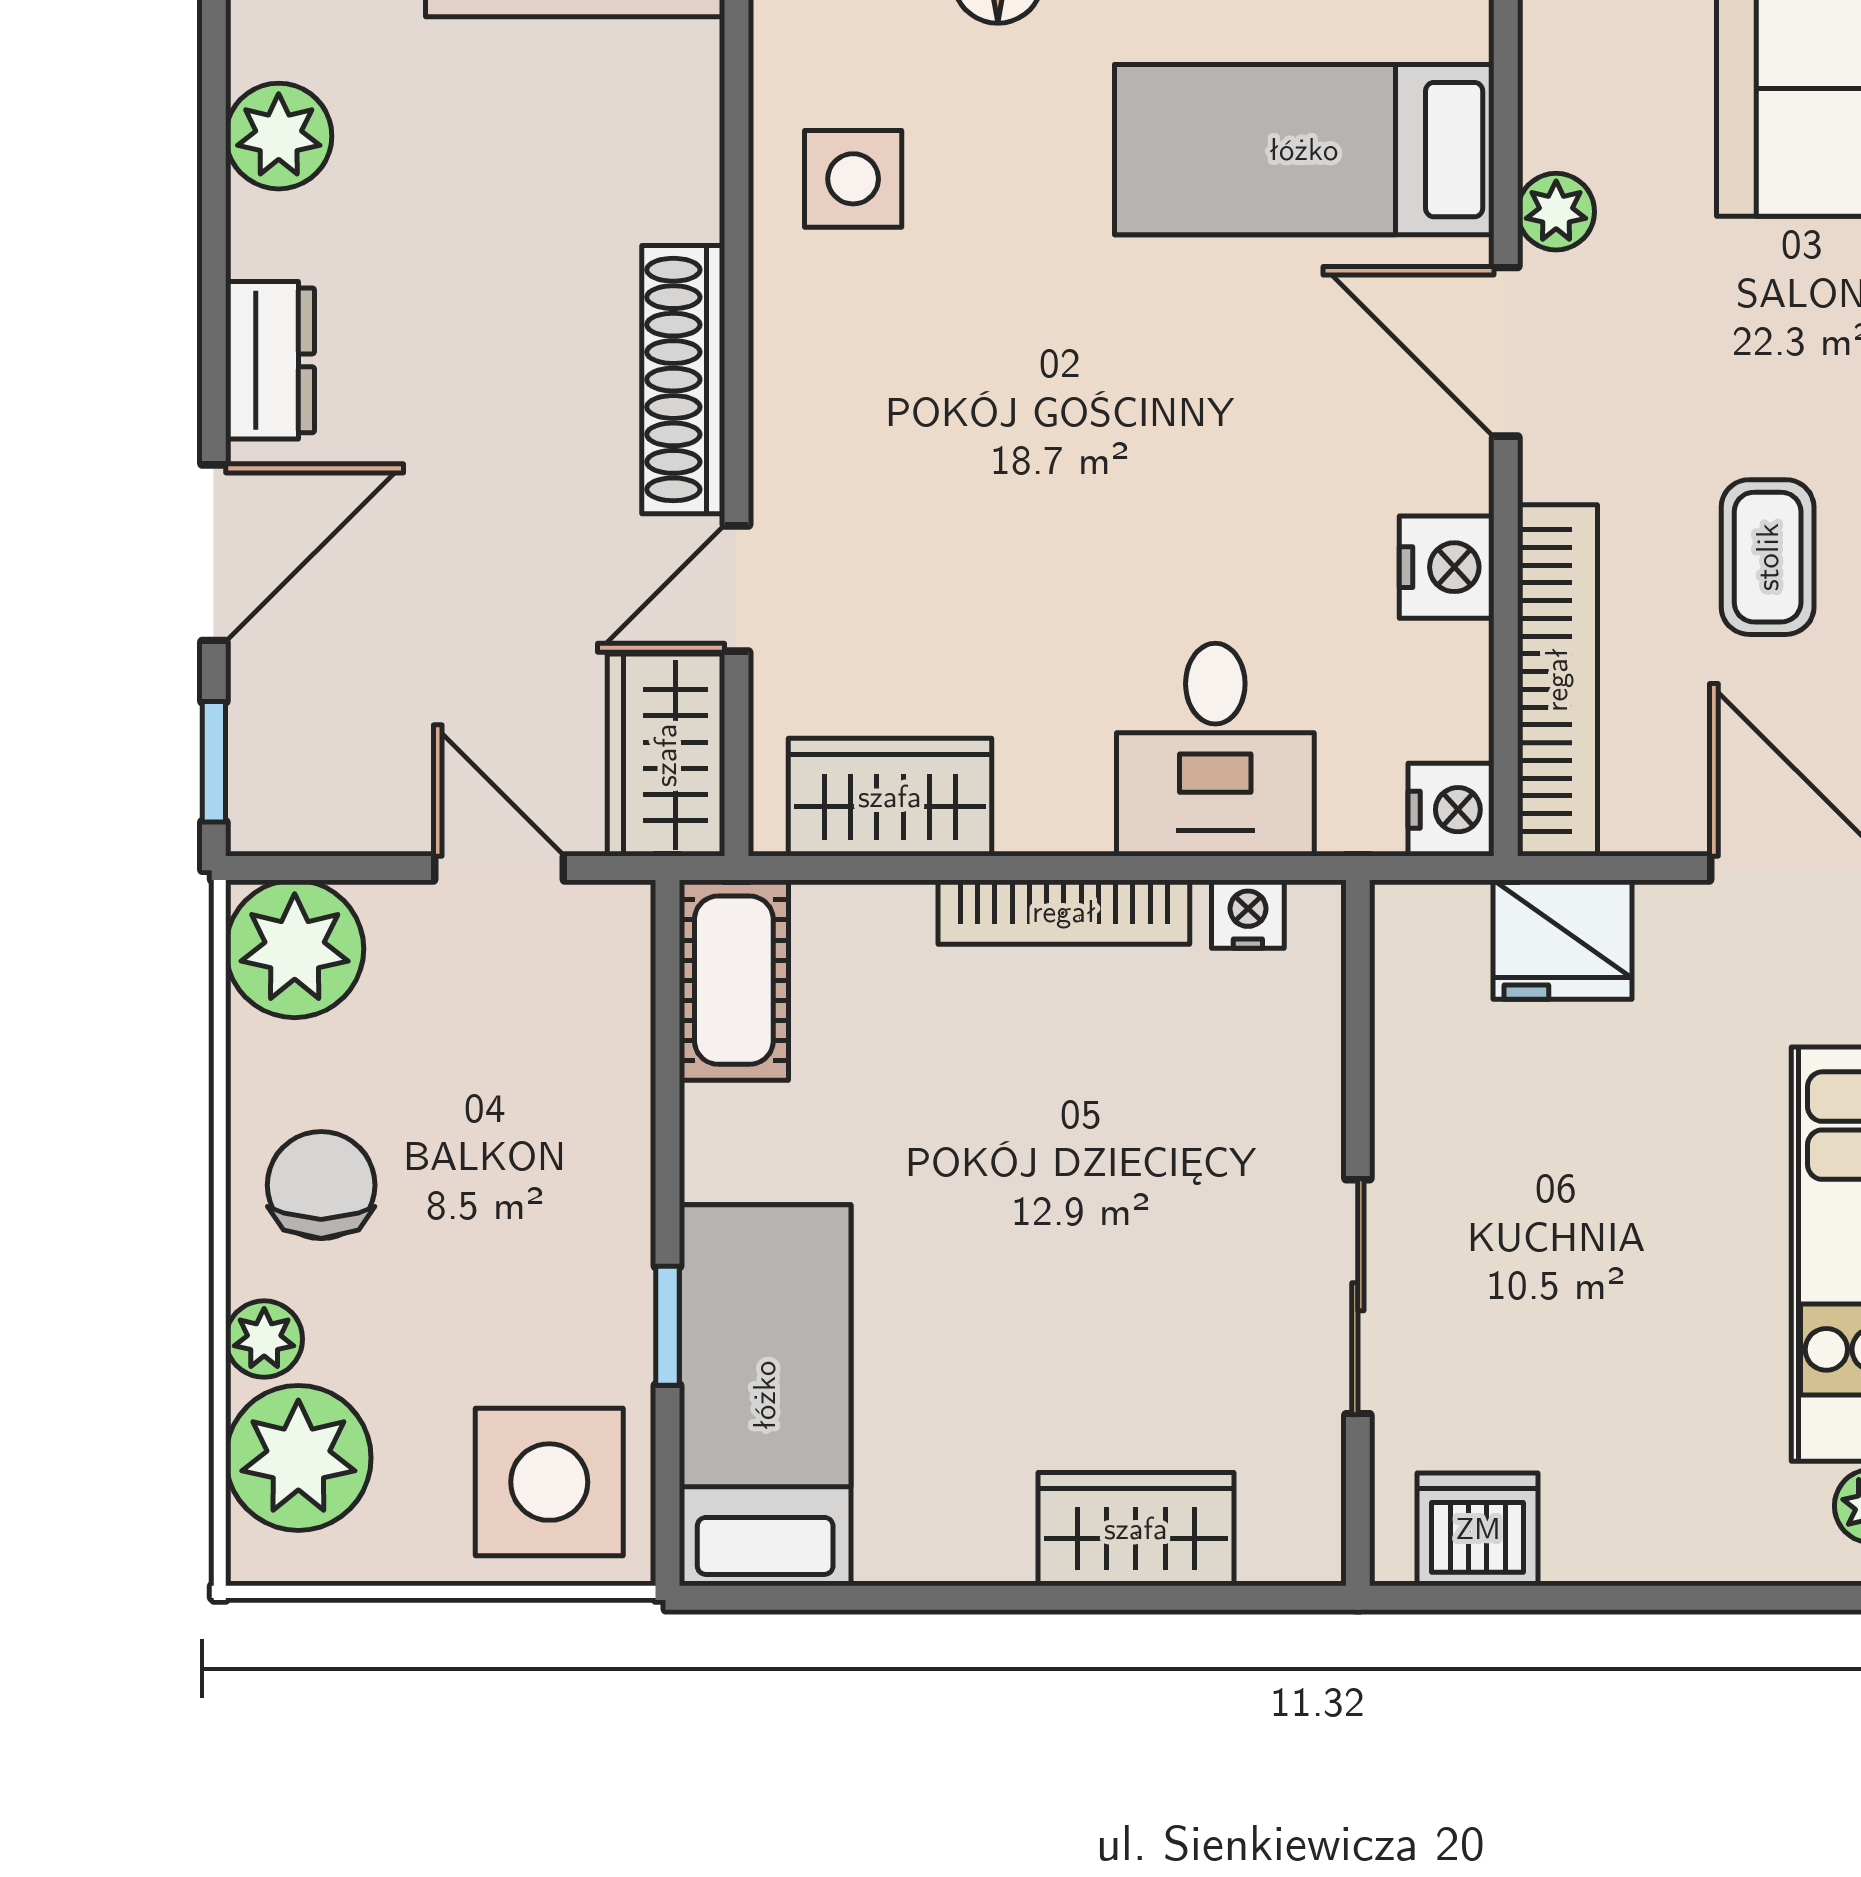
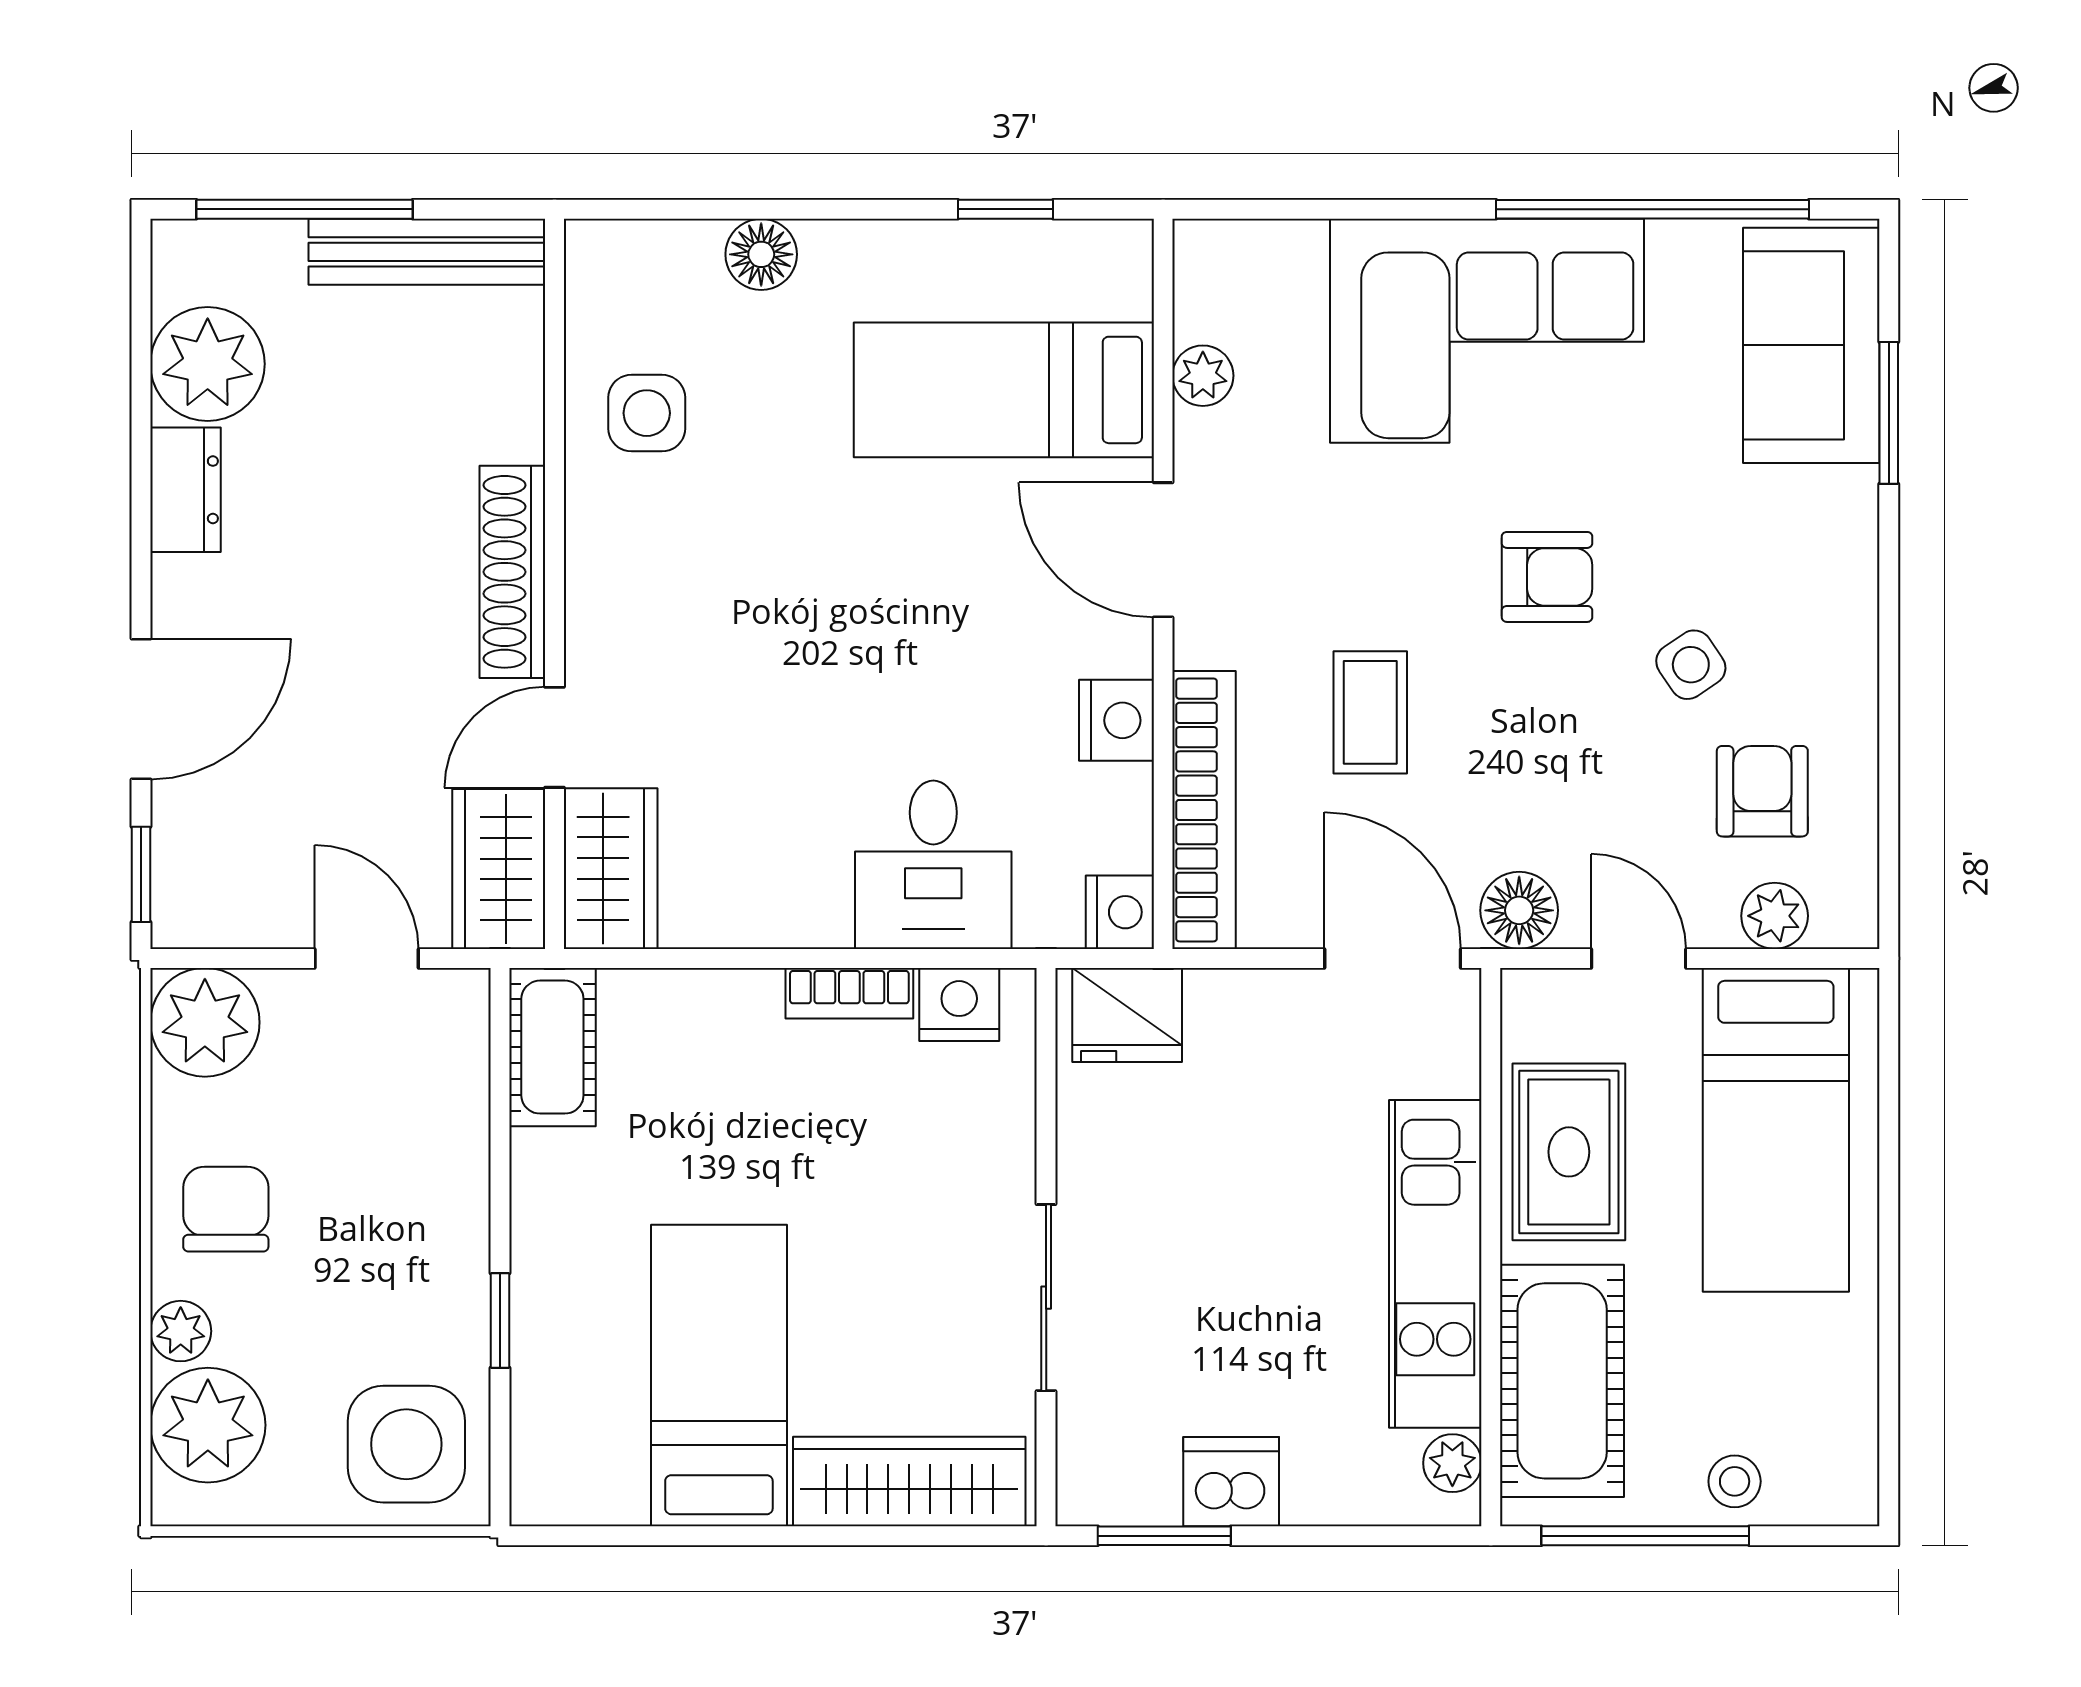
plant: (279, 136) -> (208, 364), width x1.36, depth x1.36
plant: (1556, 212) -> (1203, 376), moved
dresser: (270, 360) -> (185, 490), moved
wardrobe: (890, 797) -> (611, 869), moved, turned 90
bookcase: (1064, 912) -> (849, 993), width x0.64
nightstand: (1248, 914) -> (959, 1004), width x1.39, depth x1.35
fridge: (1562, 940) -> (1127, 1015), moved
bed: (765, 1395) -> (719, 1376), moved
wardrobe: (1136, 1529) -> (909, 1482), width x1.50
dishwasher: (1478, 1529) -> (1231, 1482), moved
window: (1507, 1598) -> (1164, 1536), added

